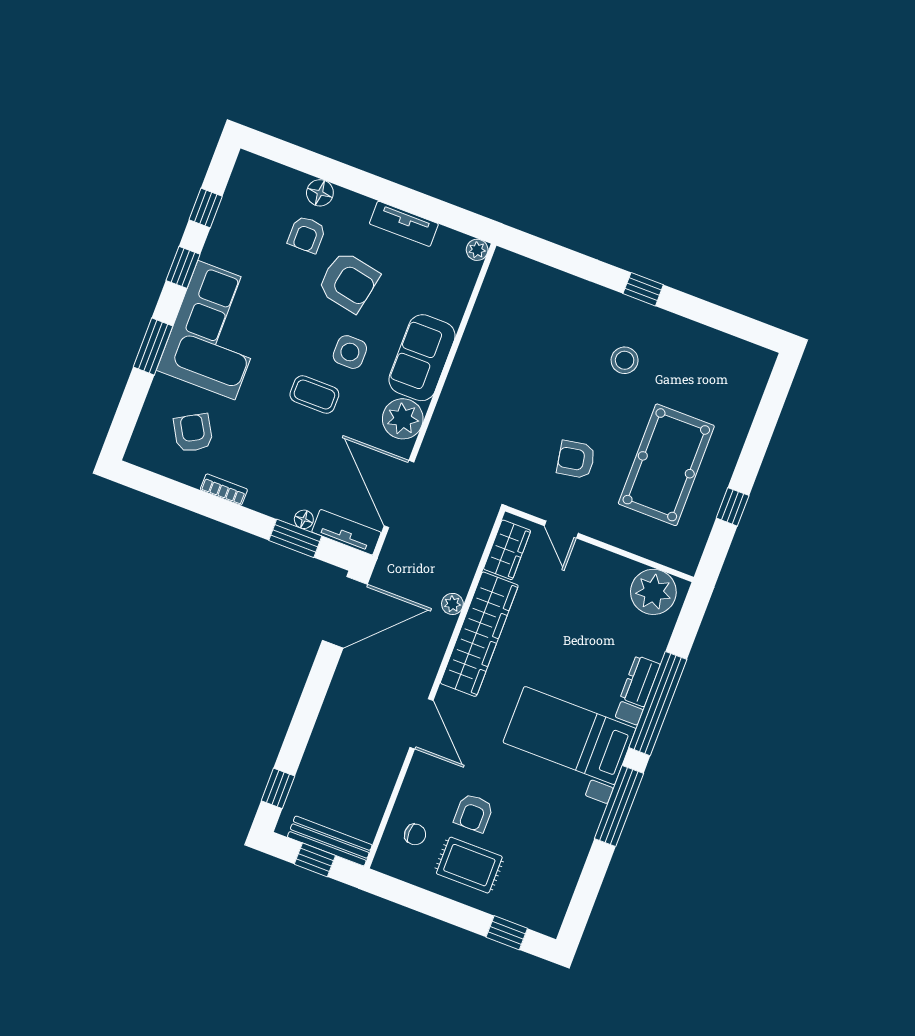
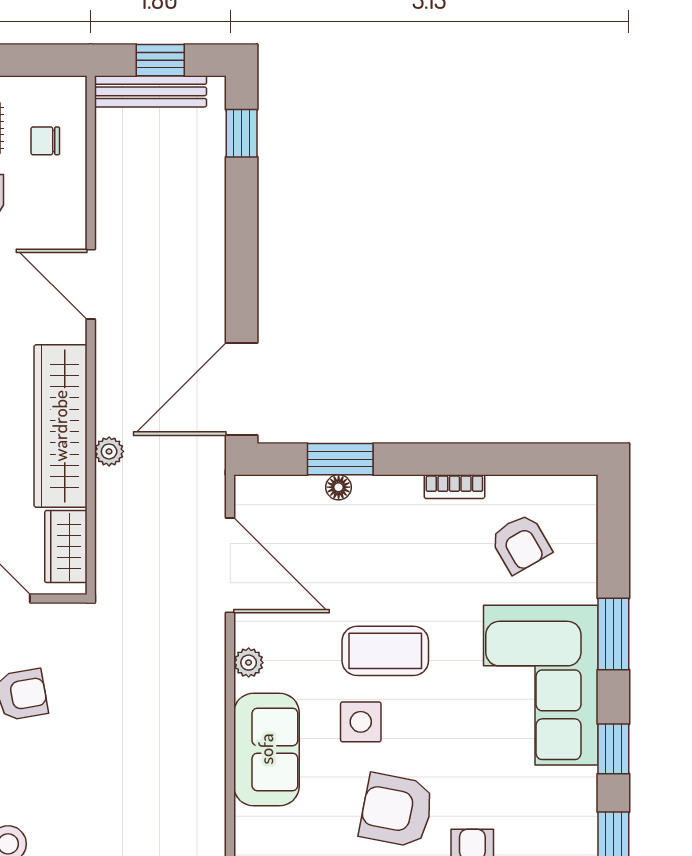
coffee table: (314, 395) -> (385, 651), width x1.36, depth x1.30
plant: (403, 419) -> (249, 663), width x0.53, depth x0.53
tv unit: (346, 532) -> (278, 491), removed

